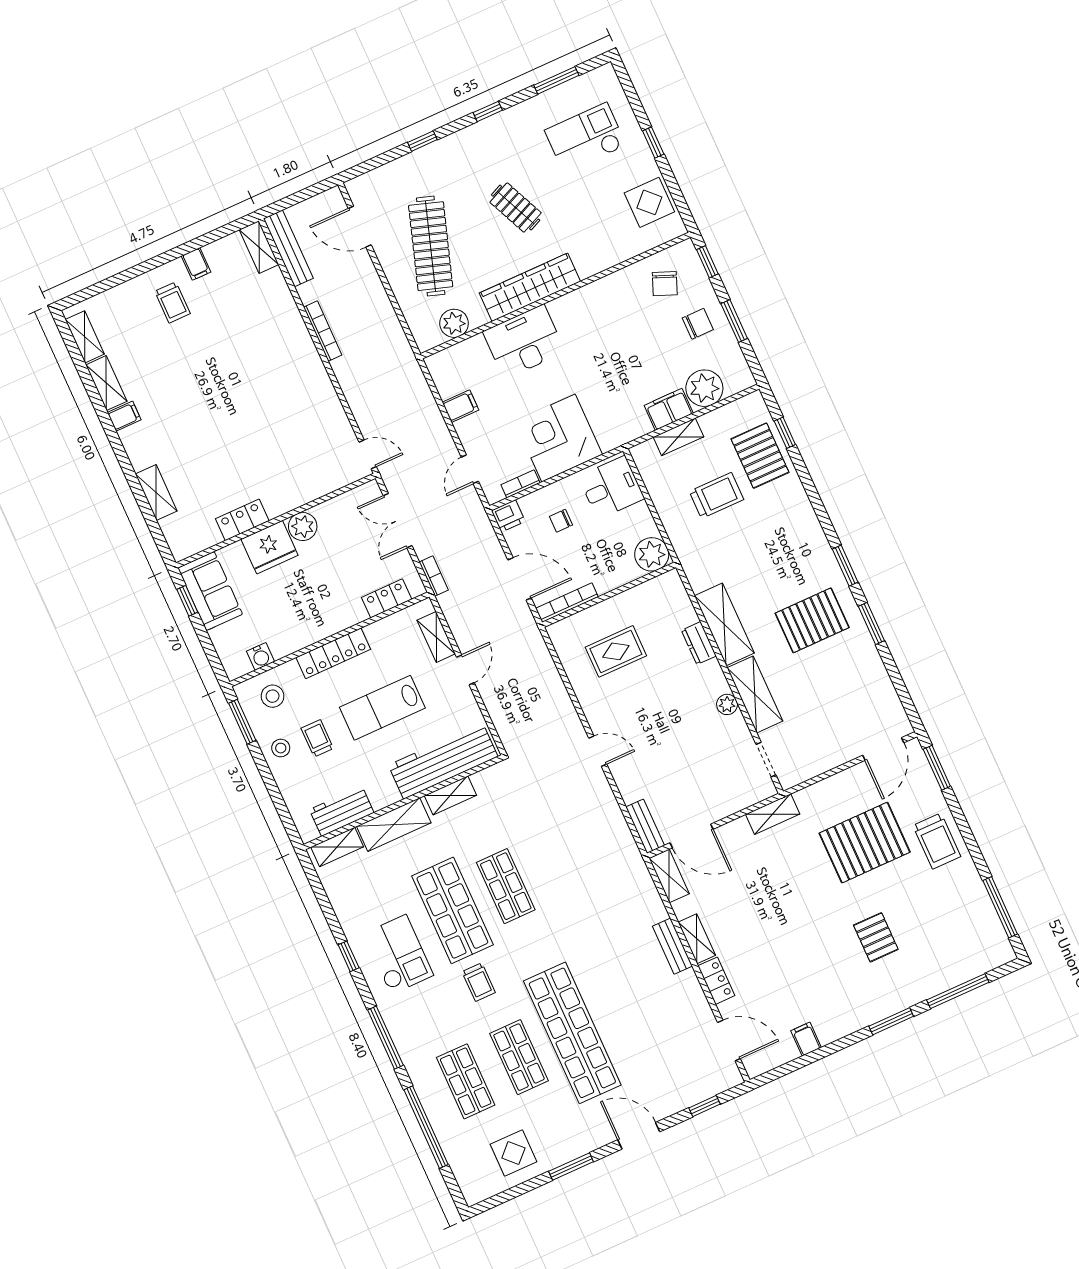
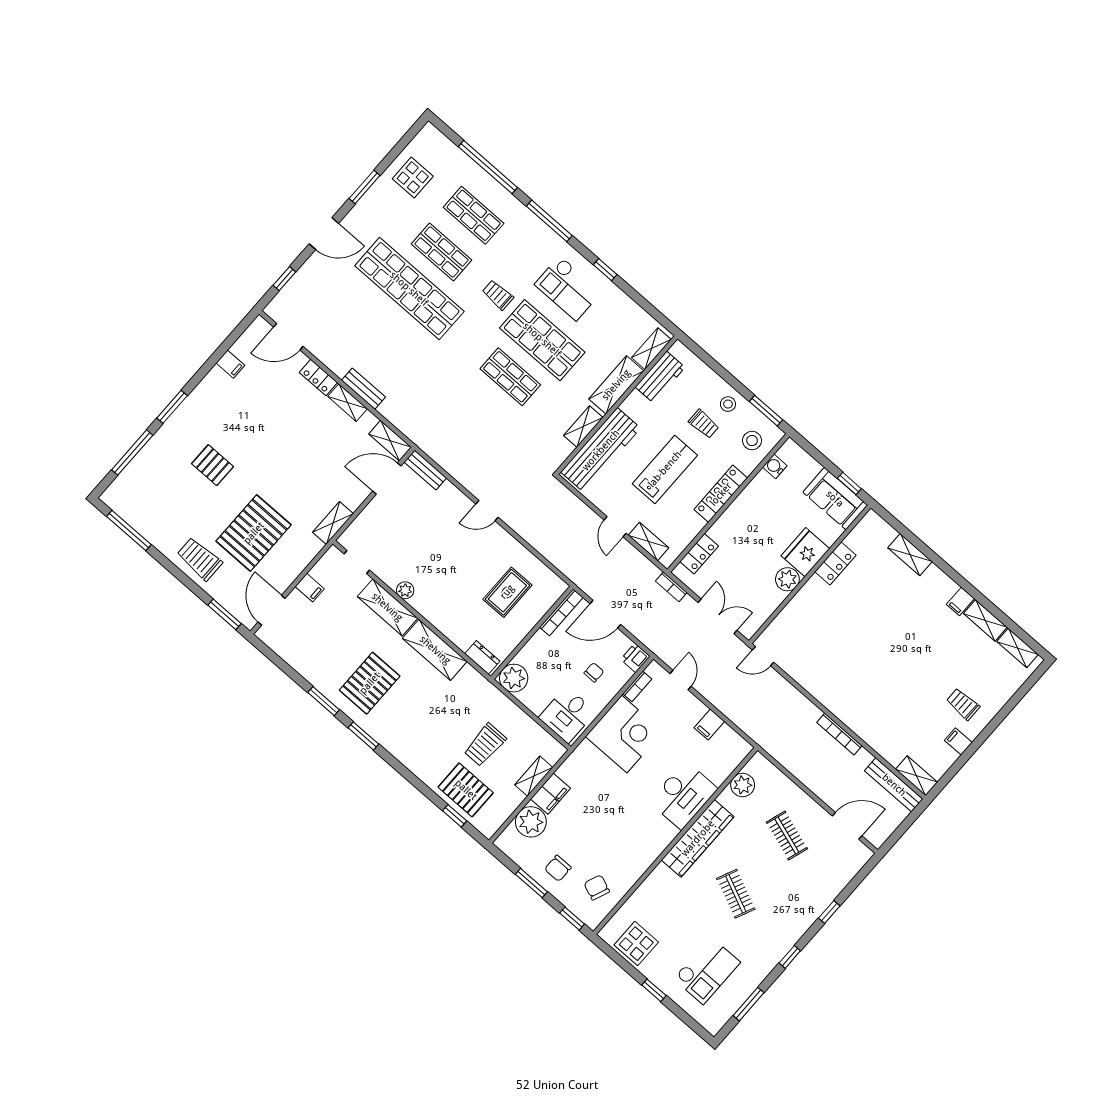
clothes rail: (516, 208) -> (736, 894), turned 48
clothes rail: (431, 246) -> (787, 835), width x0.54, depth x0.76
dresser: (699, 643) -> (482, 657), moved
filing cabinet: (830, 755) -> (310, 588), added

